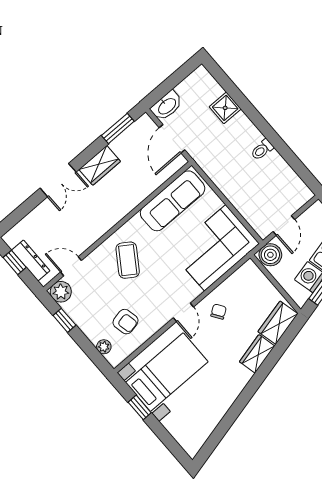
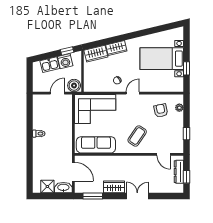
shower: (225, 108) -> (47, 186), moved
door: (172, 139) -> (73, 172), hinge flipped
plant: (61, 292) -> (177, 147), removed
bed with nightstands: (167, 372) -> (162, 59), moved

